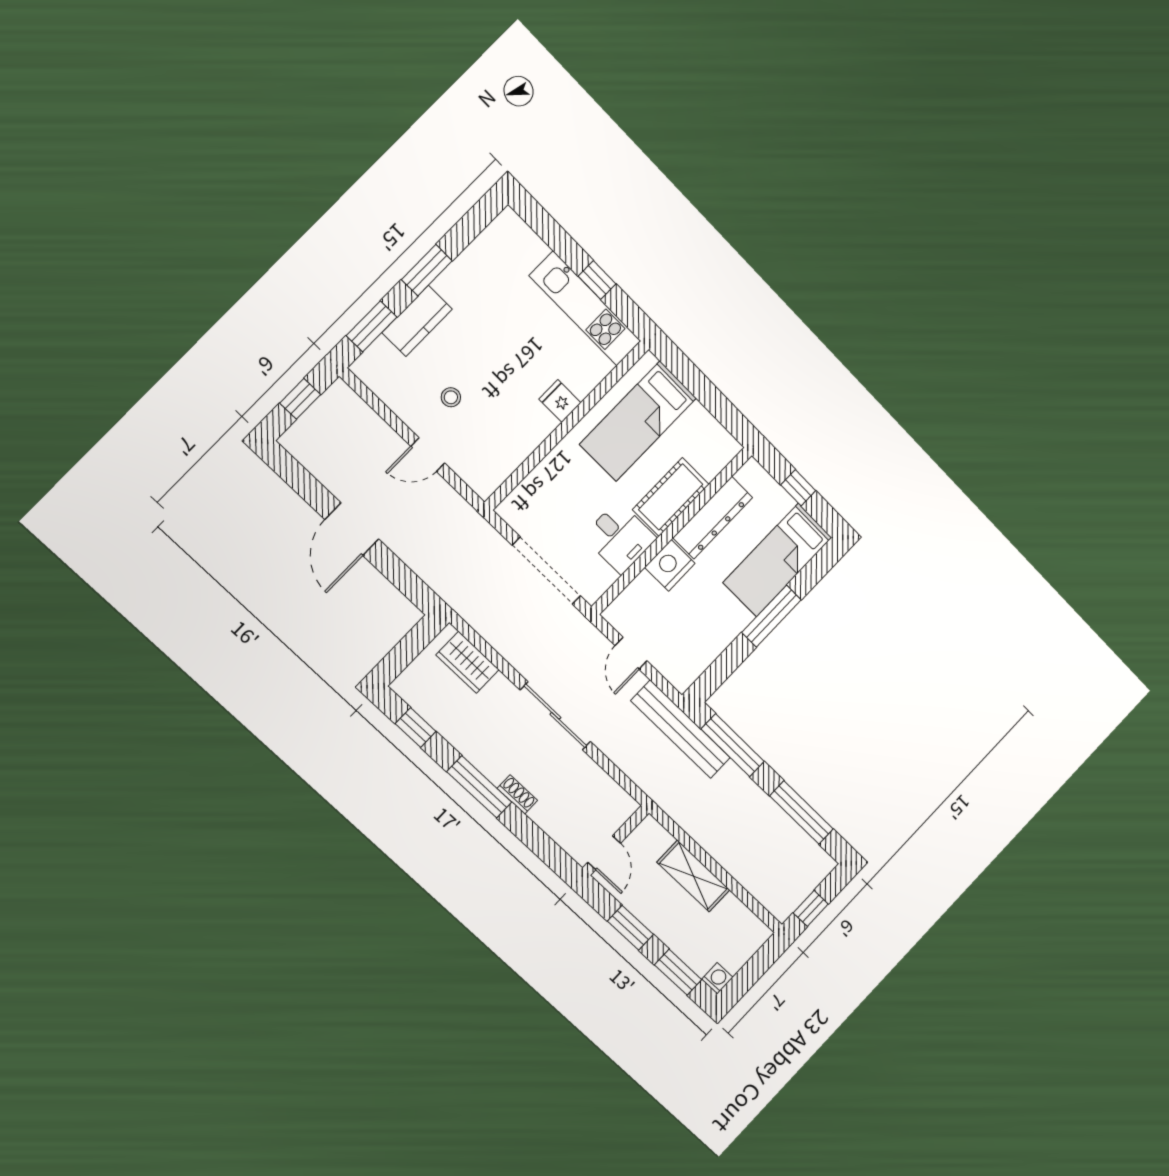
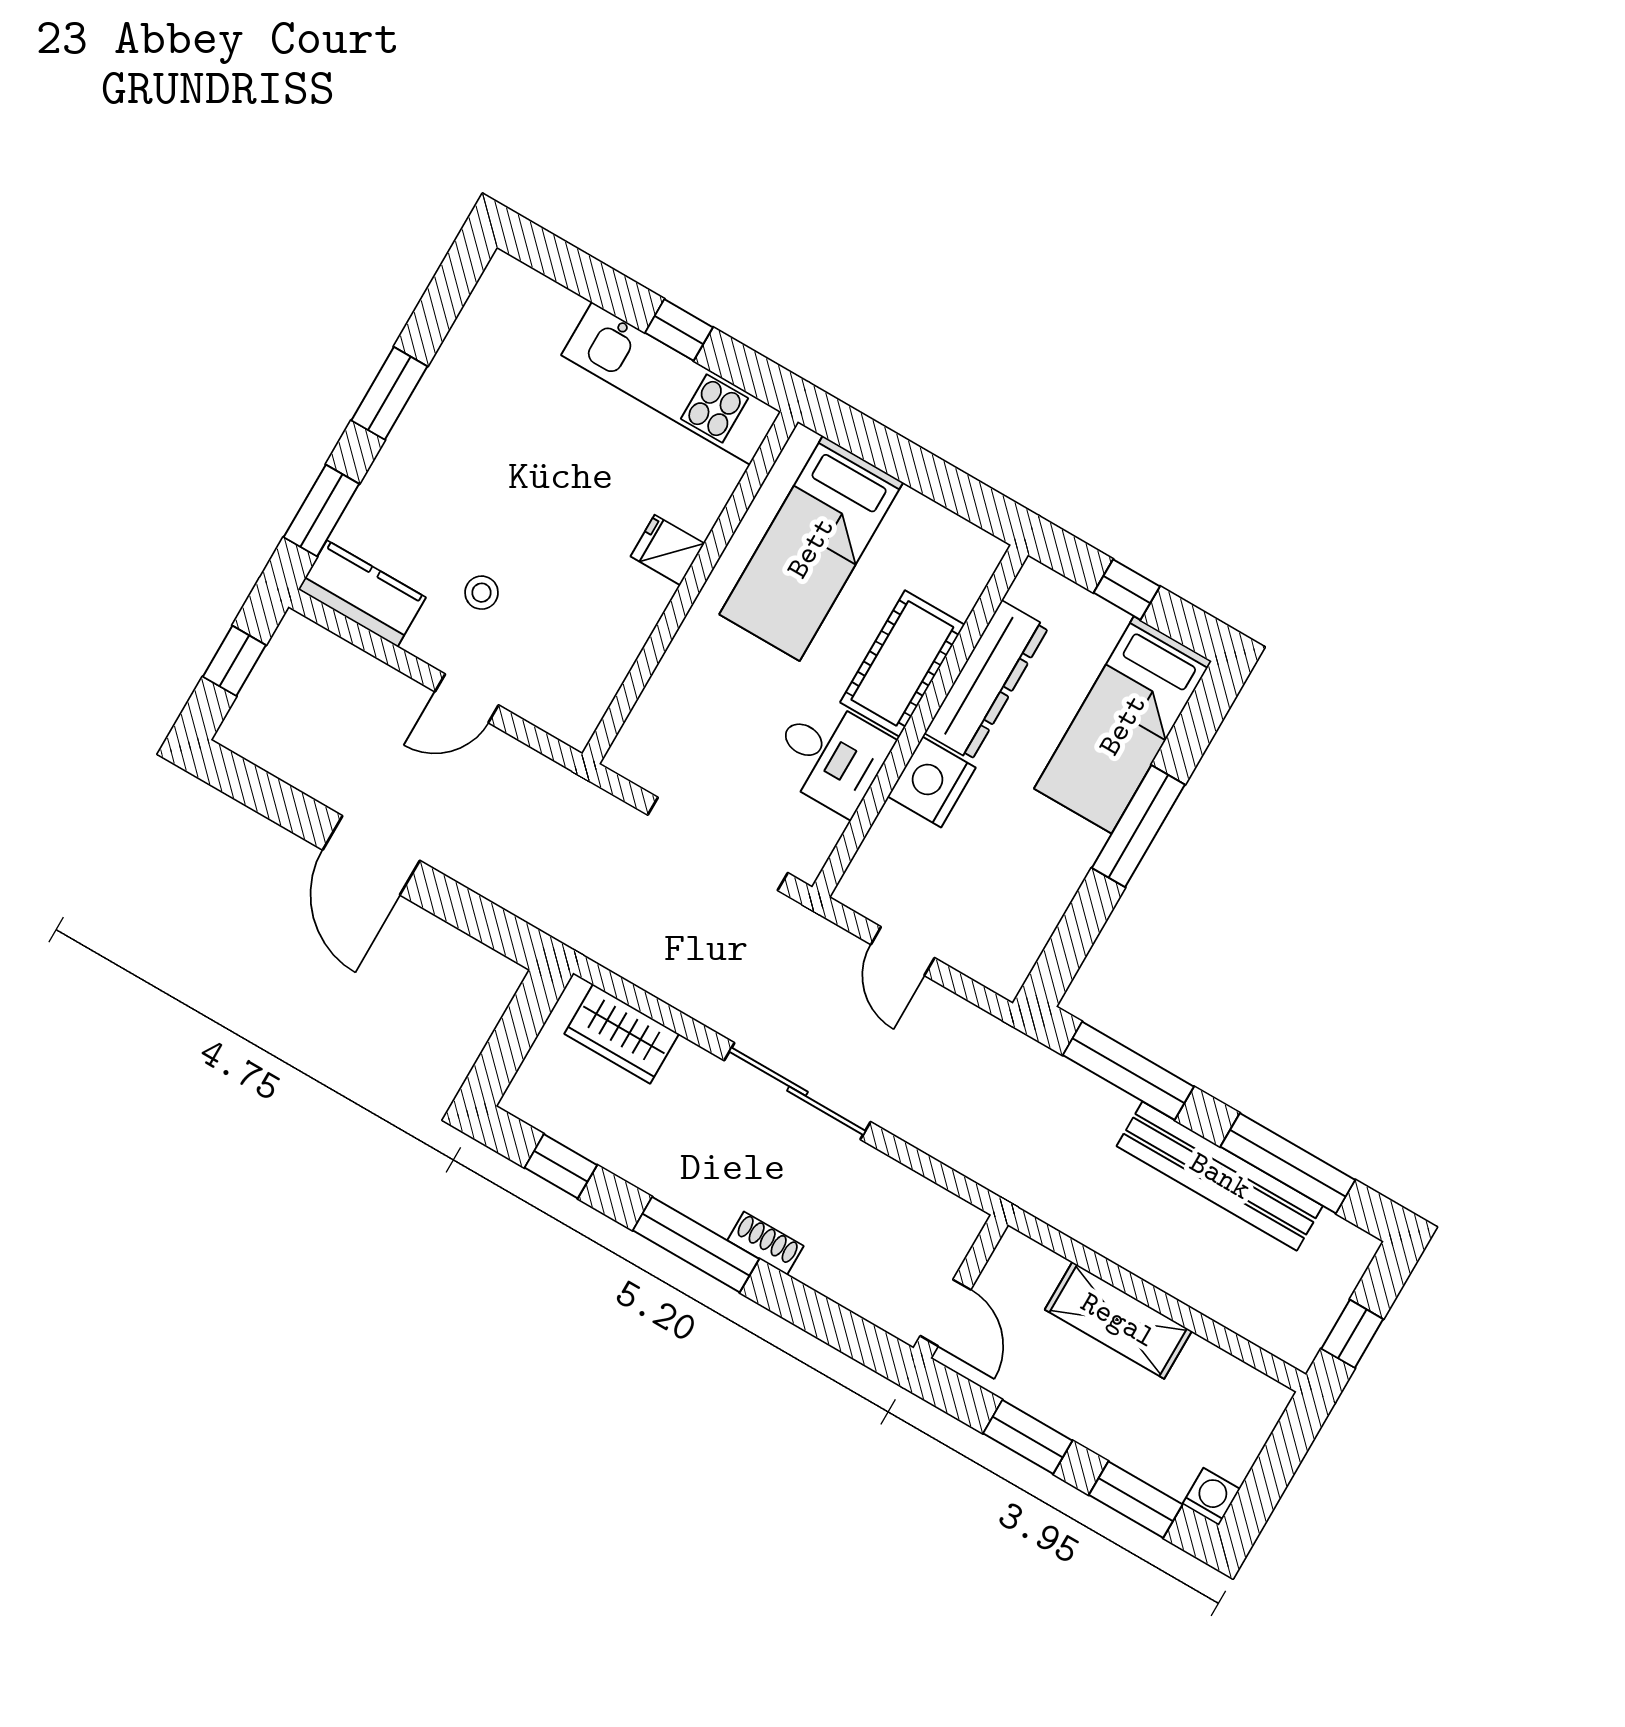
kitchen counter: (417, 321) -> (362, 594), moved, turned -90
bench: (681, 729) -> (1220, 1176), moved

